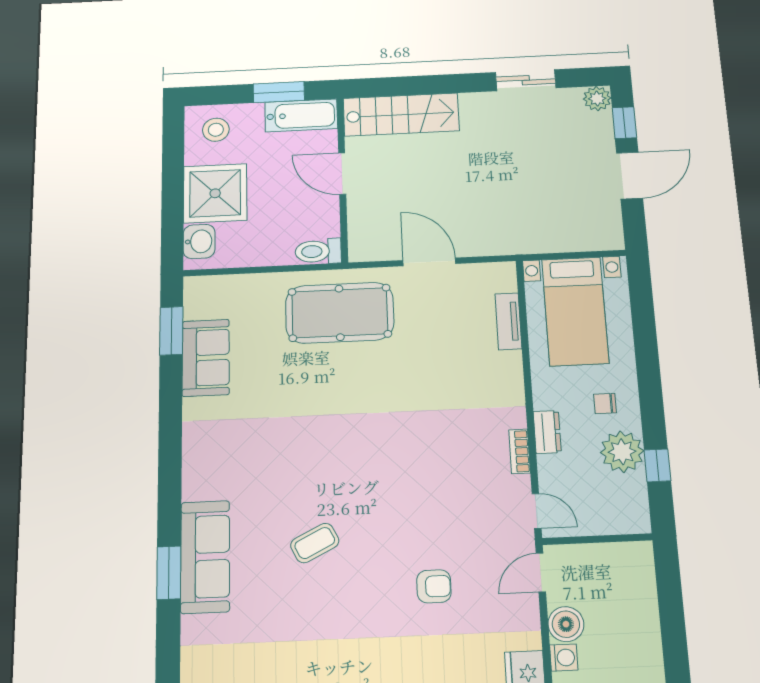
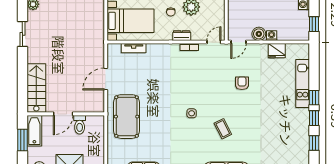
toilet: (318, 251) -> (80, 125), moved
side table: (352, 464) -> (192, 113), added
door: (541, 573) -> (238, 42), hinge flipped

